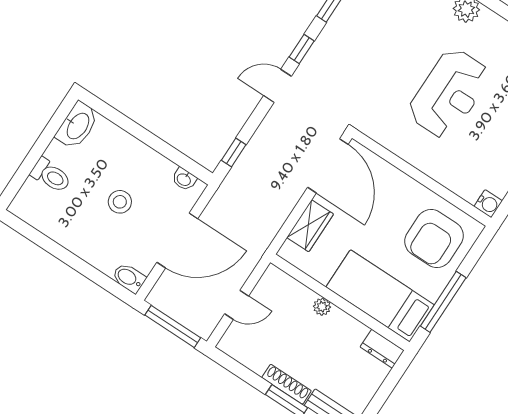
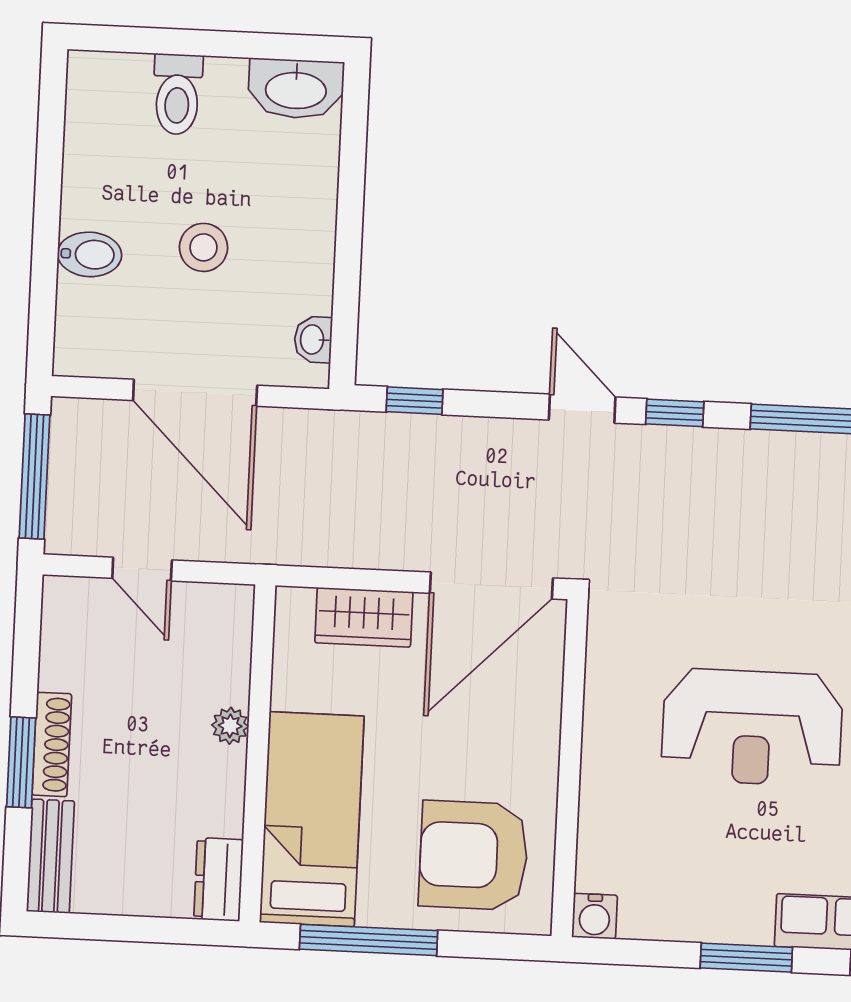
bidet: (129, 278) -> (90, 254), moved, turned 90

